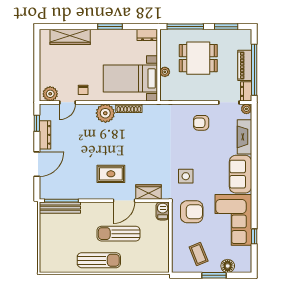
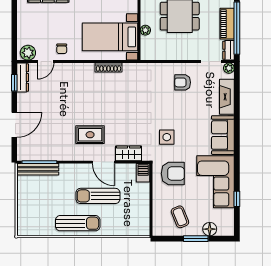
plant: (105, 113) -> (84, 73), removed
dresser: (45, 135) -> (23, 78), moved
door: (124, 201) -> (103, 162), hinge flipped

